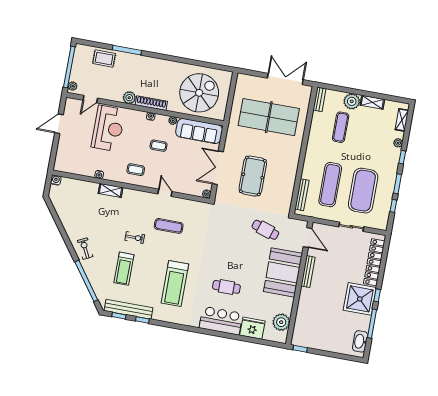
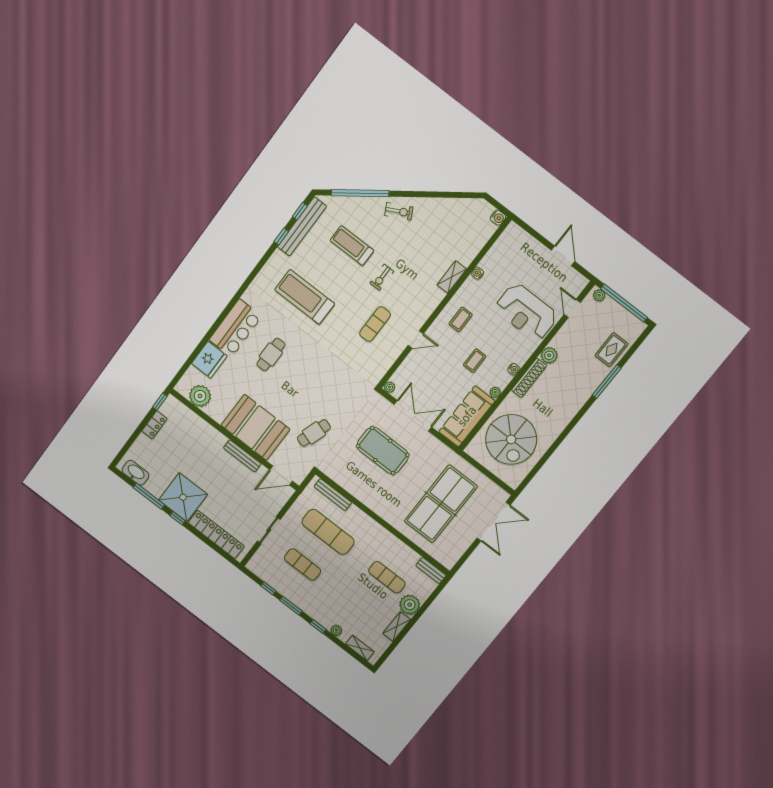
double door: (285, 79) -> (493, 522), moved
exercise mat: (363, 191) -> (303, 564), width x0.50, depth x0.69
locker: (319, 344) -> (154, 425), added

